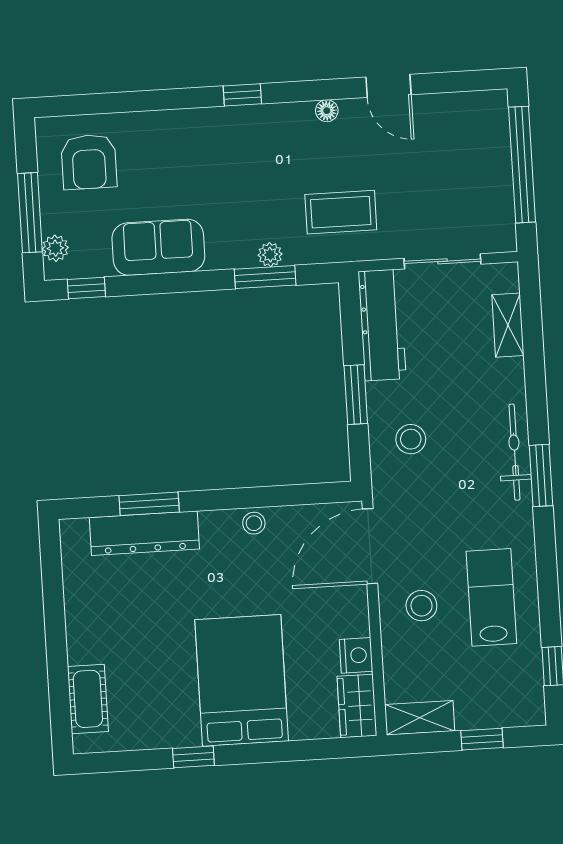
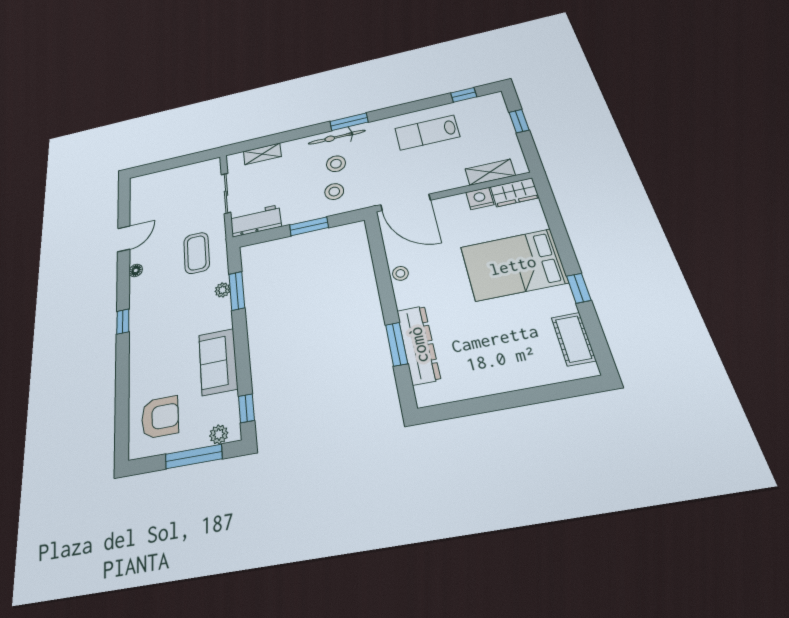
window: (522, 165) -> (172, 163), removed
workbench: (382, 325) -> (256, 221), width x0.73
stool: (421, 606) -> (336, 164), moved
cot: (88, 699) -> (573, 339), moved, turned 90
shelving: (420, 718) -> (490, 172), moved, turned 90

